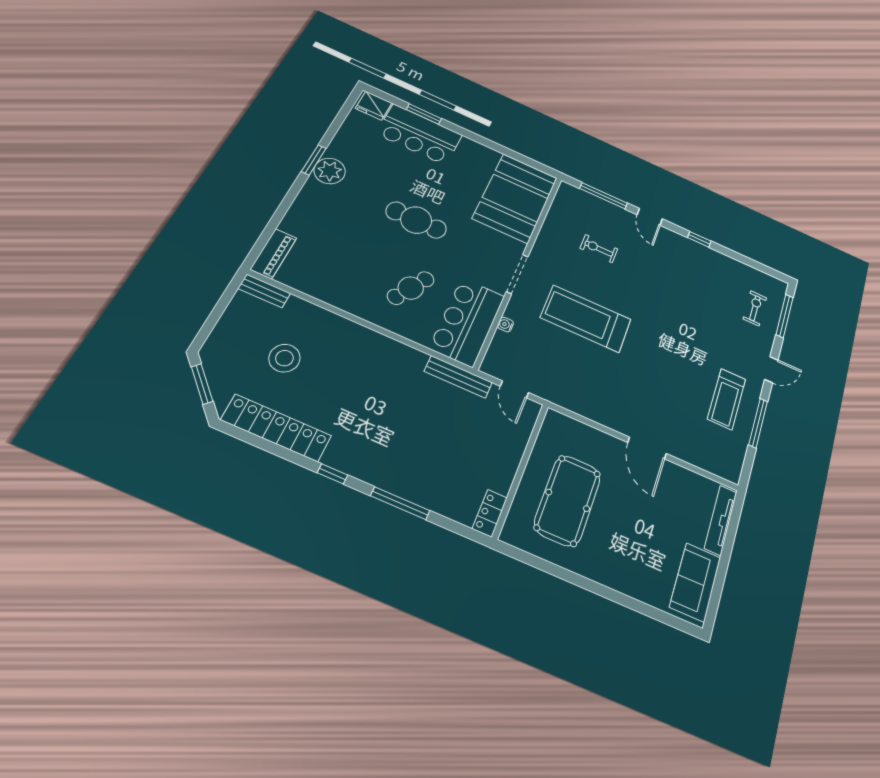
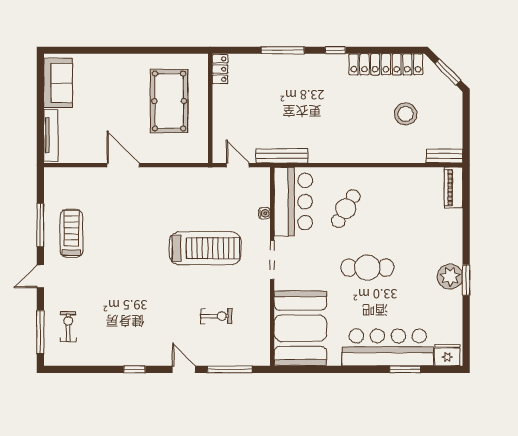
bar counter: (419, 134) -> (388, 347), width x1.36
exercise bike: (755, 308) -> (68, 326), turned 180

